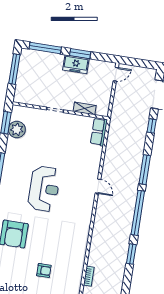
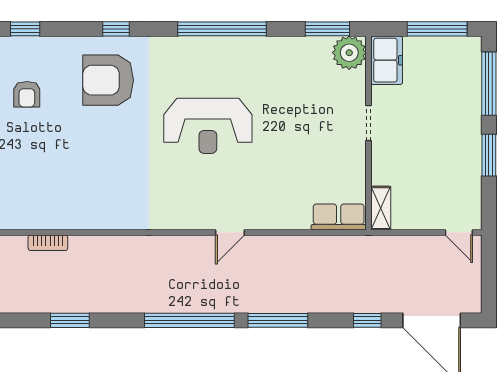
freezer: (76, 64) -> (387, 60), moved, turned 180
shelving: (85, 108) -> (381, 208), moved
plant: (17, 129) -> (349, 53), moved
window: (131, 254) -> (70, 320), moved
armchair: (44, 271) -> (27, 94), moved

